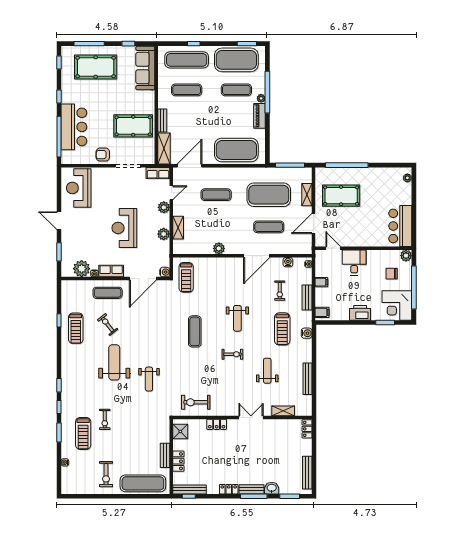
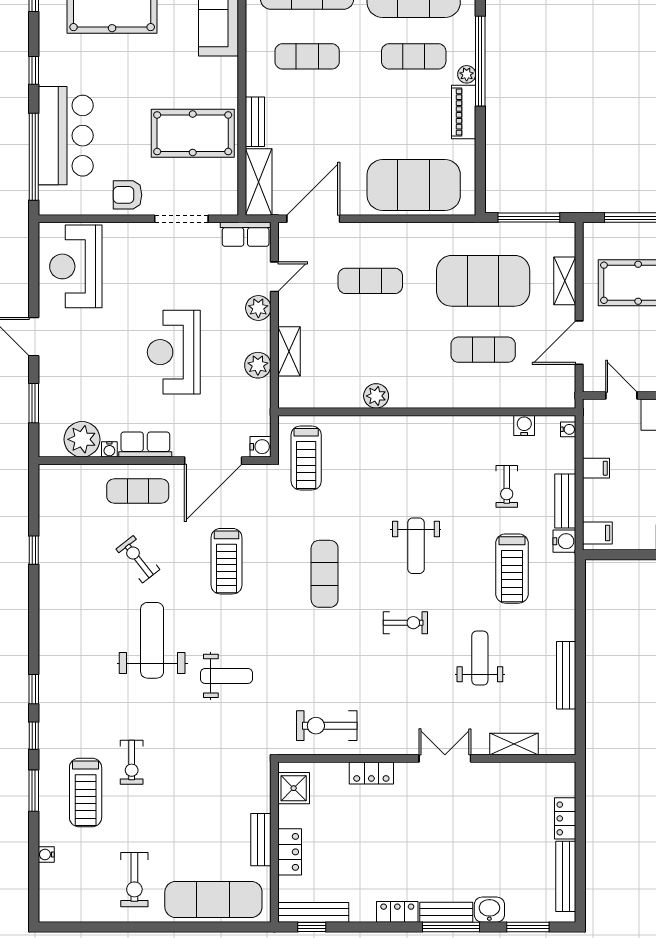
door: (257, 256) -> (457, 412), removed
treadmill: (76, 328) -> (227, 561), moved
water cooler: (307, 333) -> (564, 541), moved
weight bench: (149, 379) -> (226, 676), turned -90
locker: (307, 429) -> (565, 818), moved

